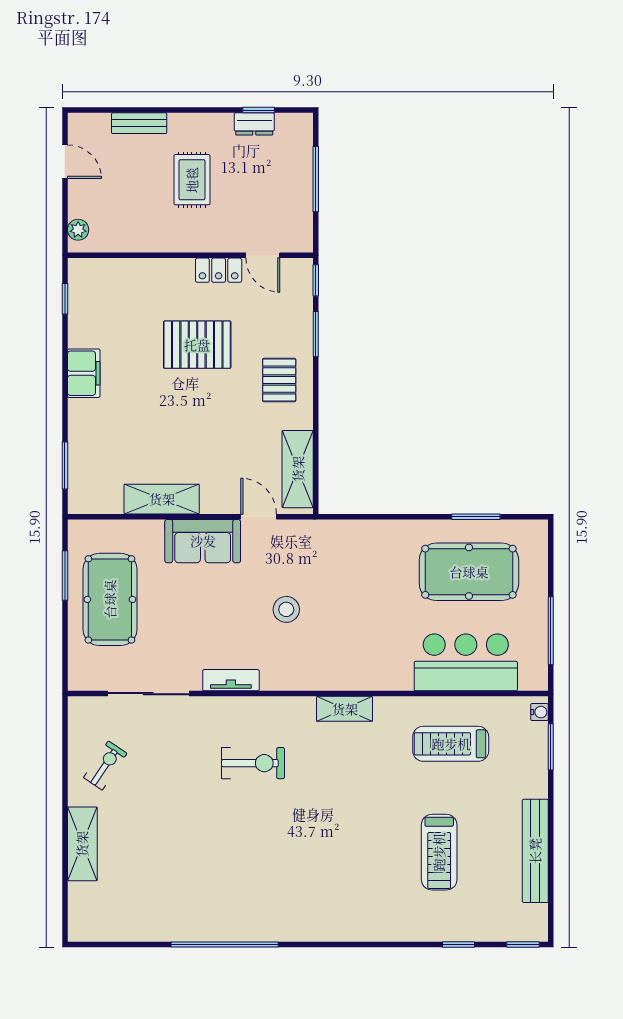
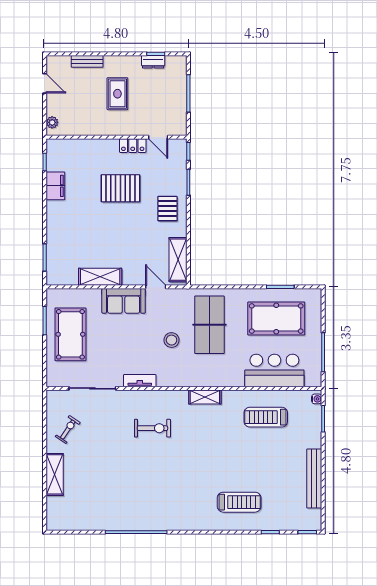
filing cabinet: (84, 373) -> (55, 186), moved
table tennis table: (352, 583) -> (209, 325), added
treadmill: (439, 852) -> (239, 502), moved, turned -90

